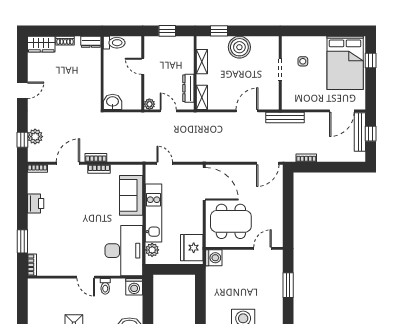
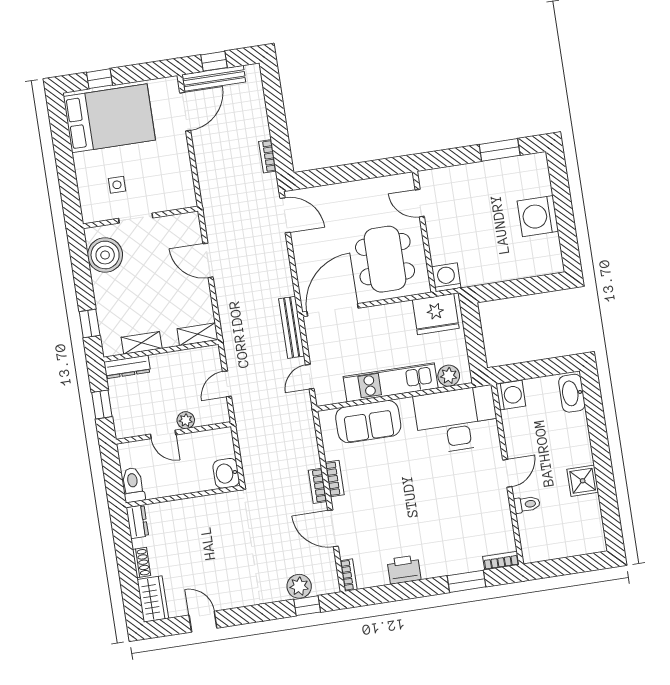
boiler: (239, 47) -> (105, 255), moved
door: (143, 66) -> (163, 434), hinge flipped
dresser: (188, 88) -> (127, 367), moved
door: (22, 90) -> (203, 622), moved
plant: (149, 104) -> (186, 420), moved
door: (342, 111) -> (185, 112), hinge flipped
bench: (285, 117) -> (292, 327), moved
window: (288, 285) -> (500, 150), moved
toilet: (105, 286) -> (527, 504), moved

